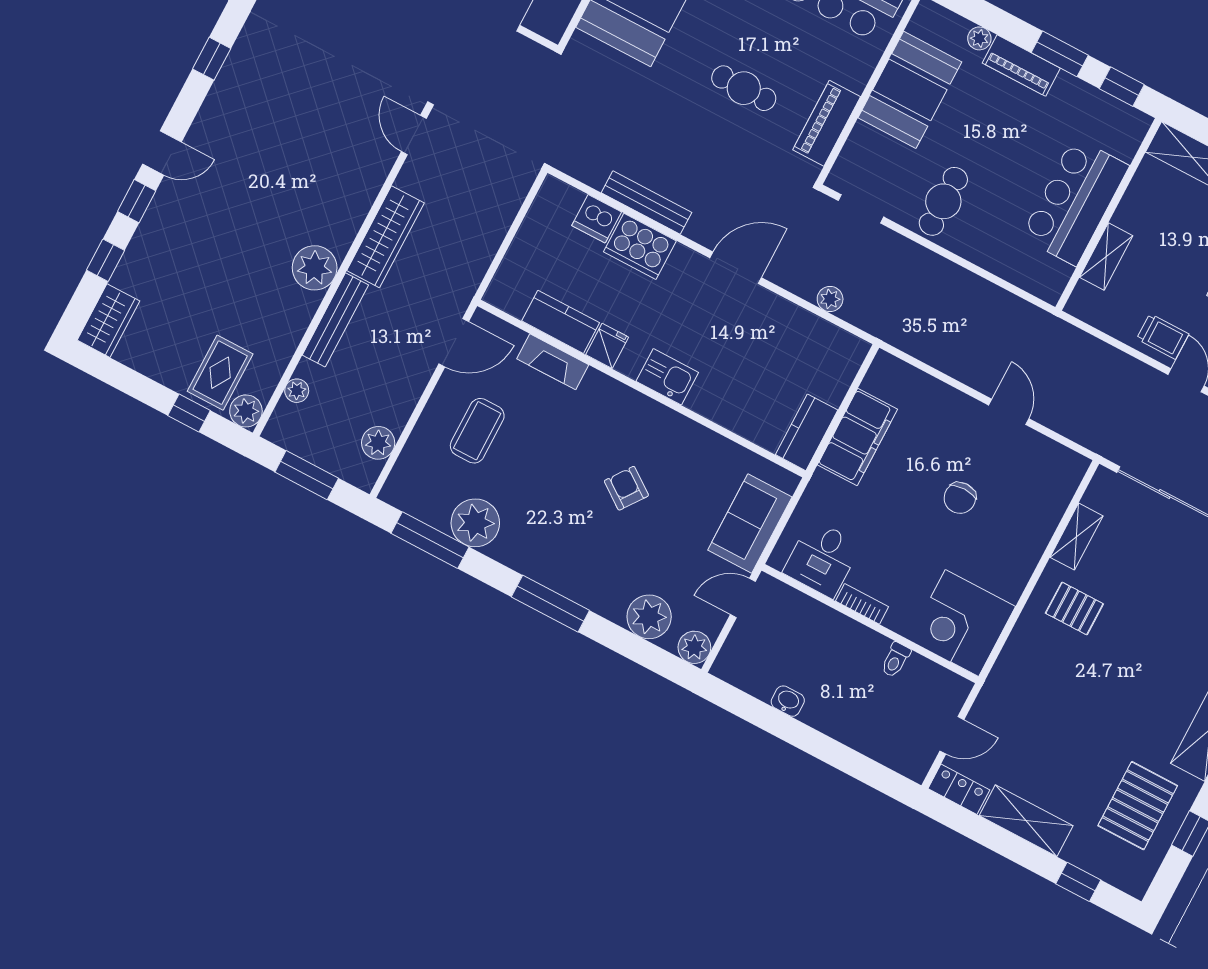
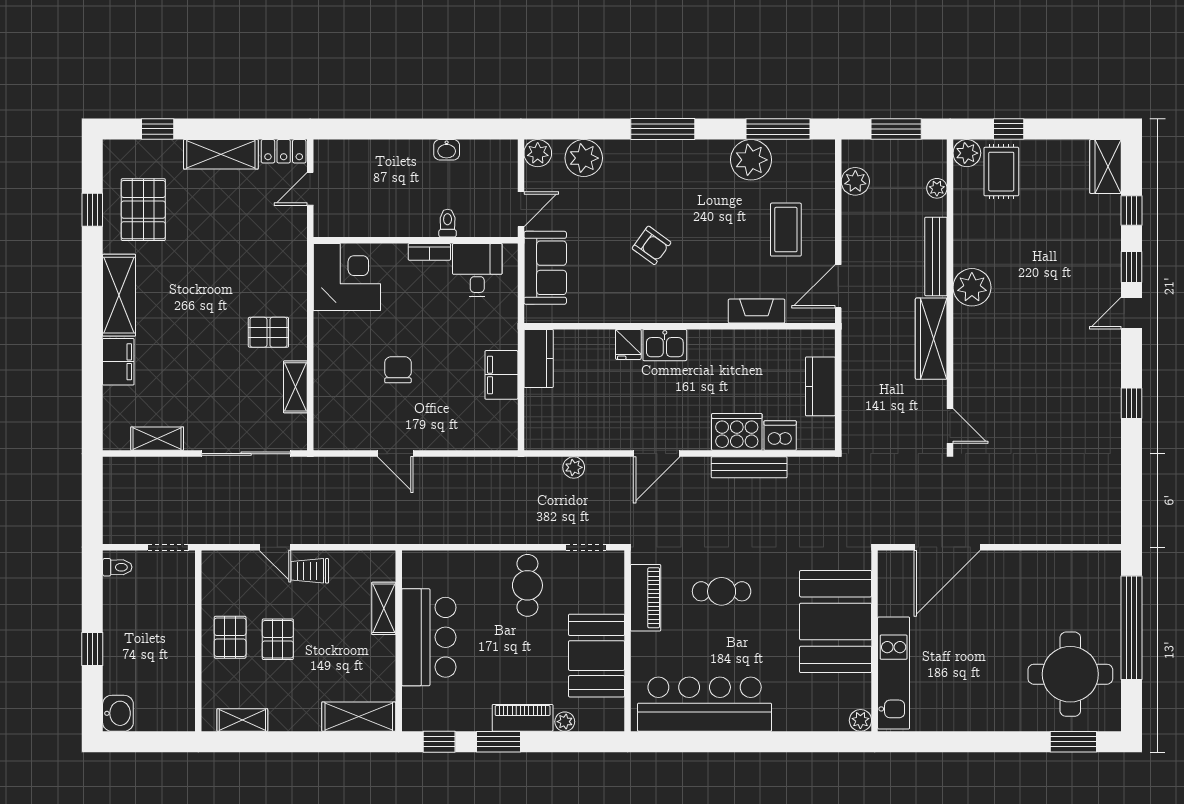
kitchen counter: (561, 322) -> (820, 386), moved, turned 90
fridge: (607, 346) -> (628, 344), moved
filing cabinet: (857, 437) -> (501, 375), width x0.67, depth x0.86
toilet: (896, 660) -> (448, 223), moved

